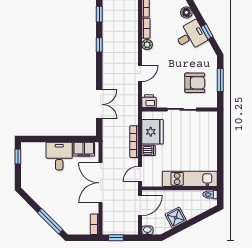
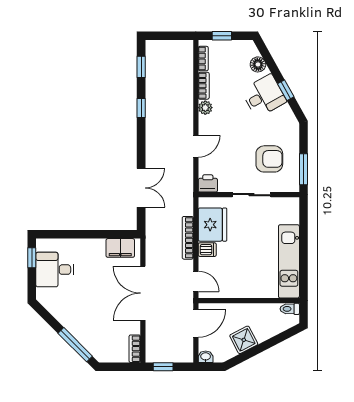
window: (220, 80) -> (303, 169), moved
desk: (59, 156) -> (55, 270), moved, turned -90
door: (140, 174) -> (196, 281), swing flipped
kitchen unit: (190, 179) -> (289, 261), moved, turned -90

